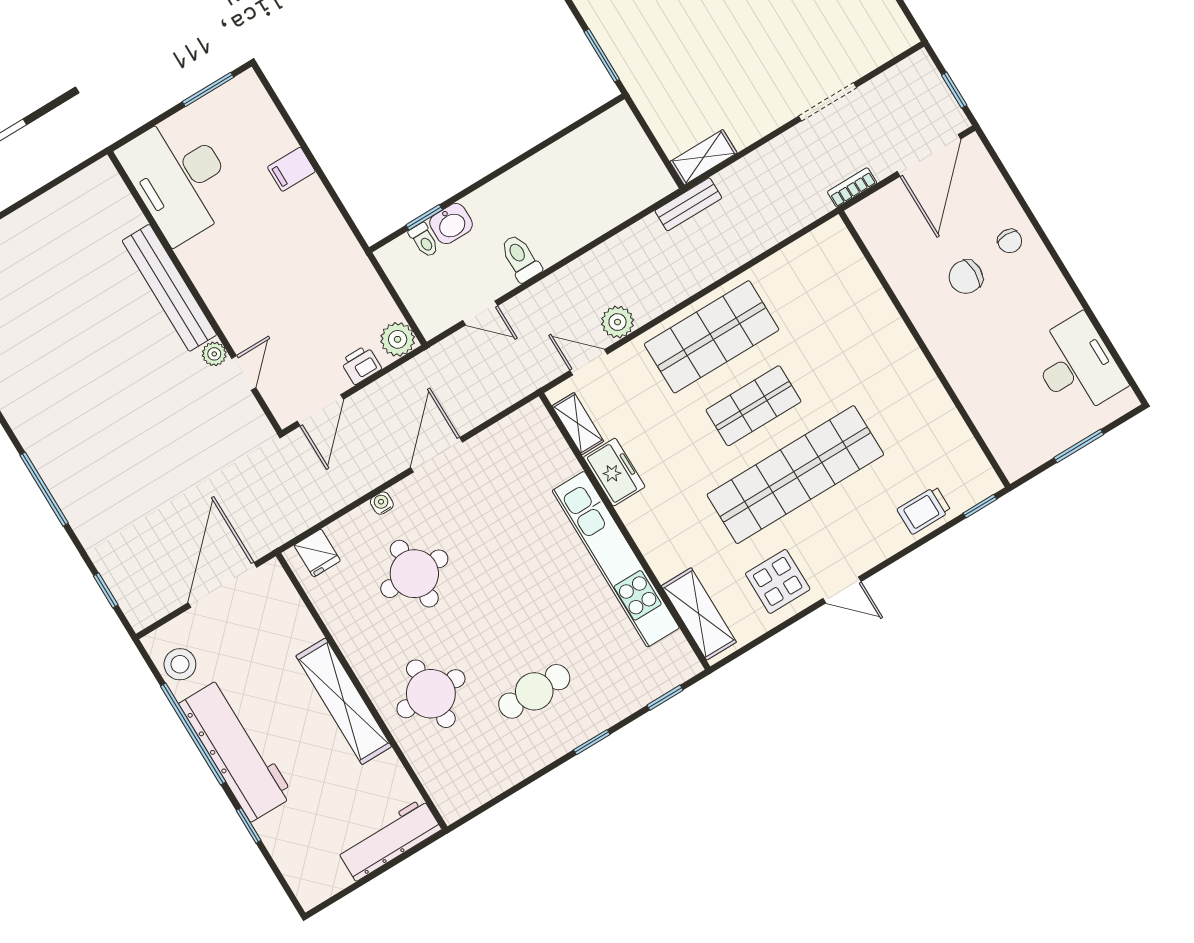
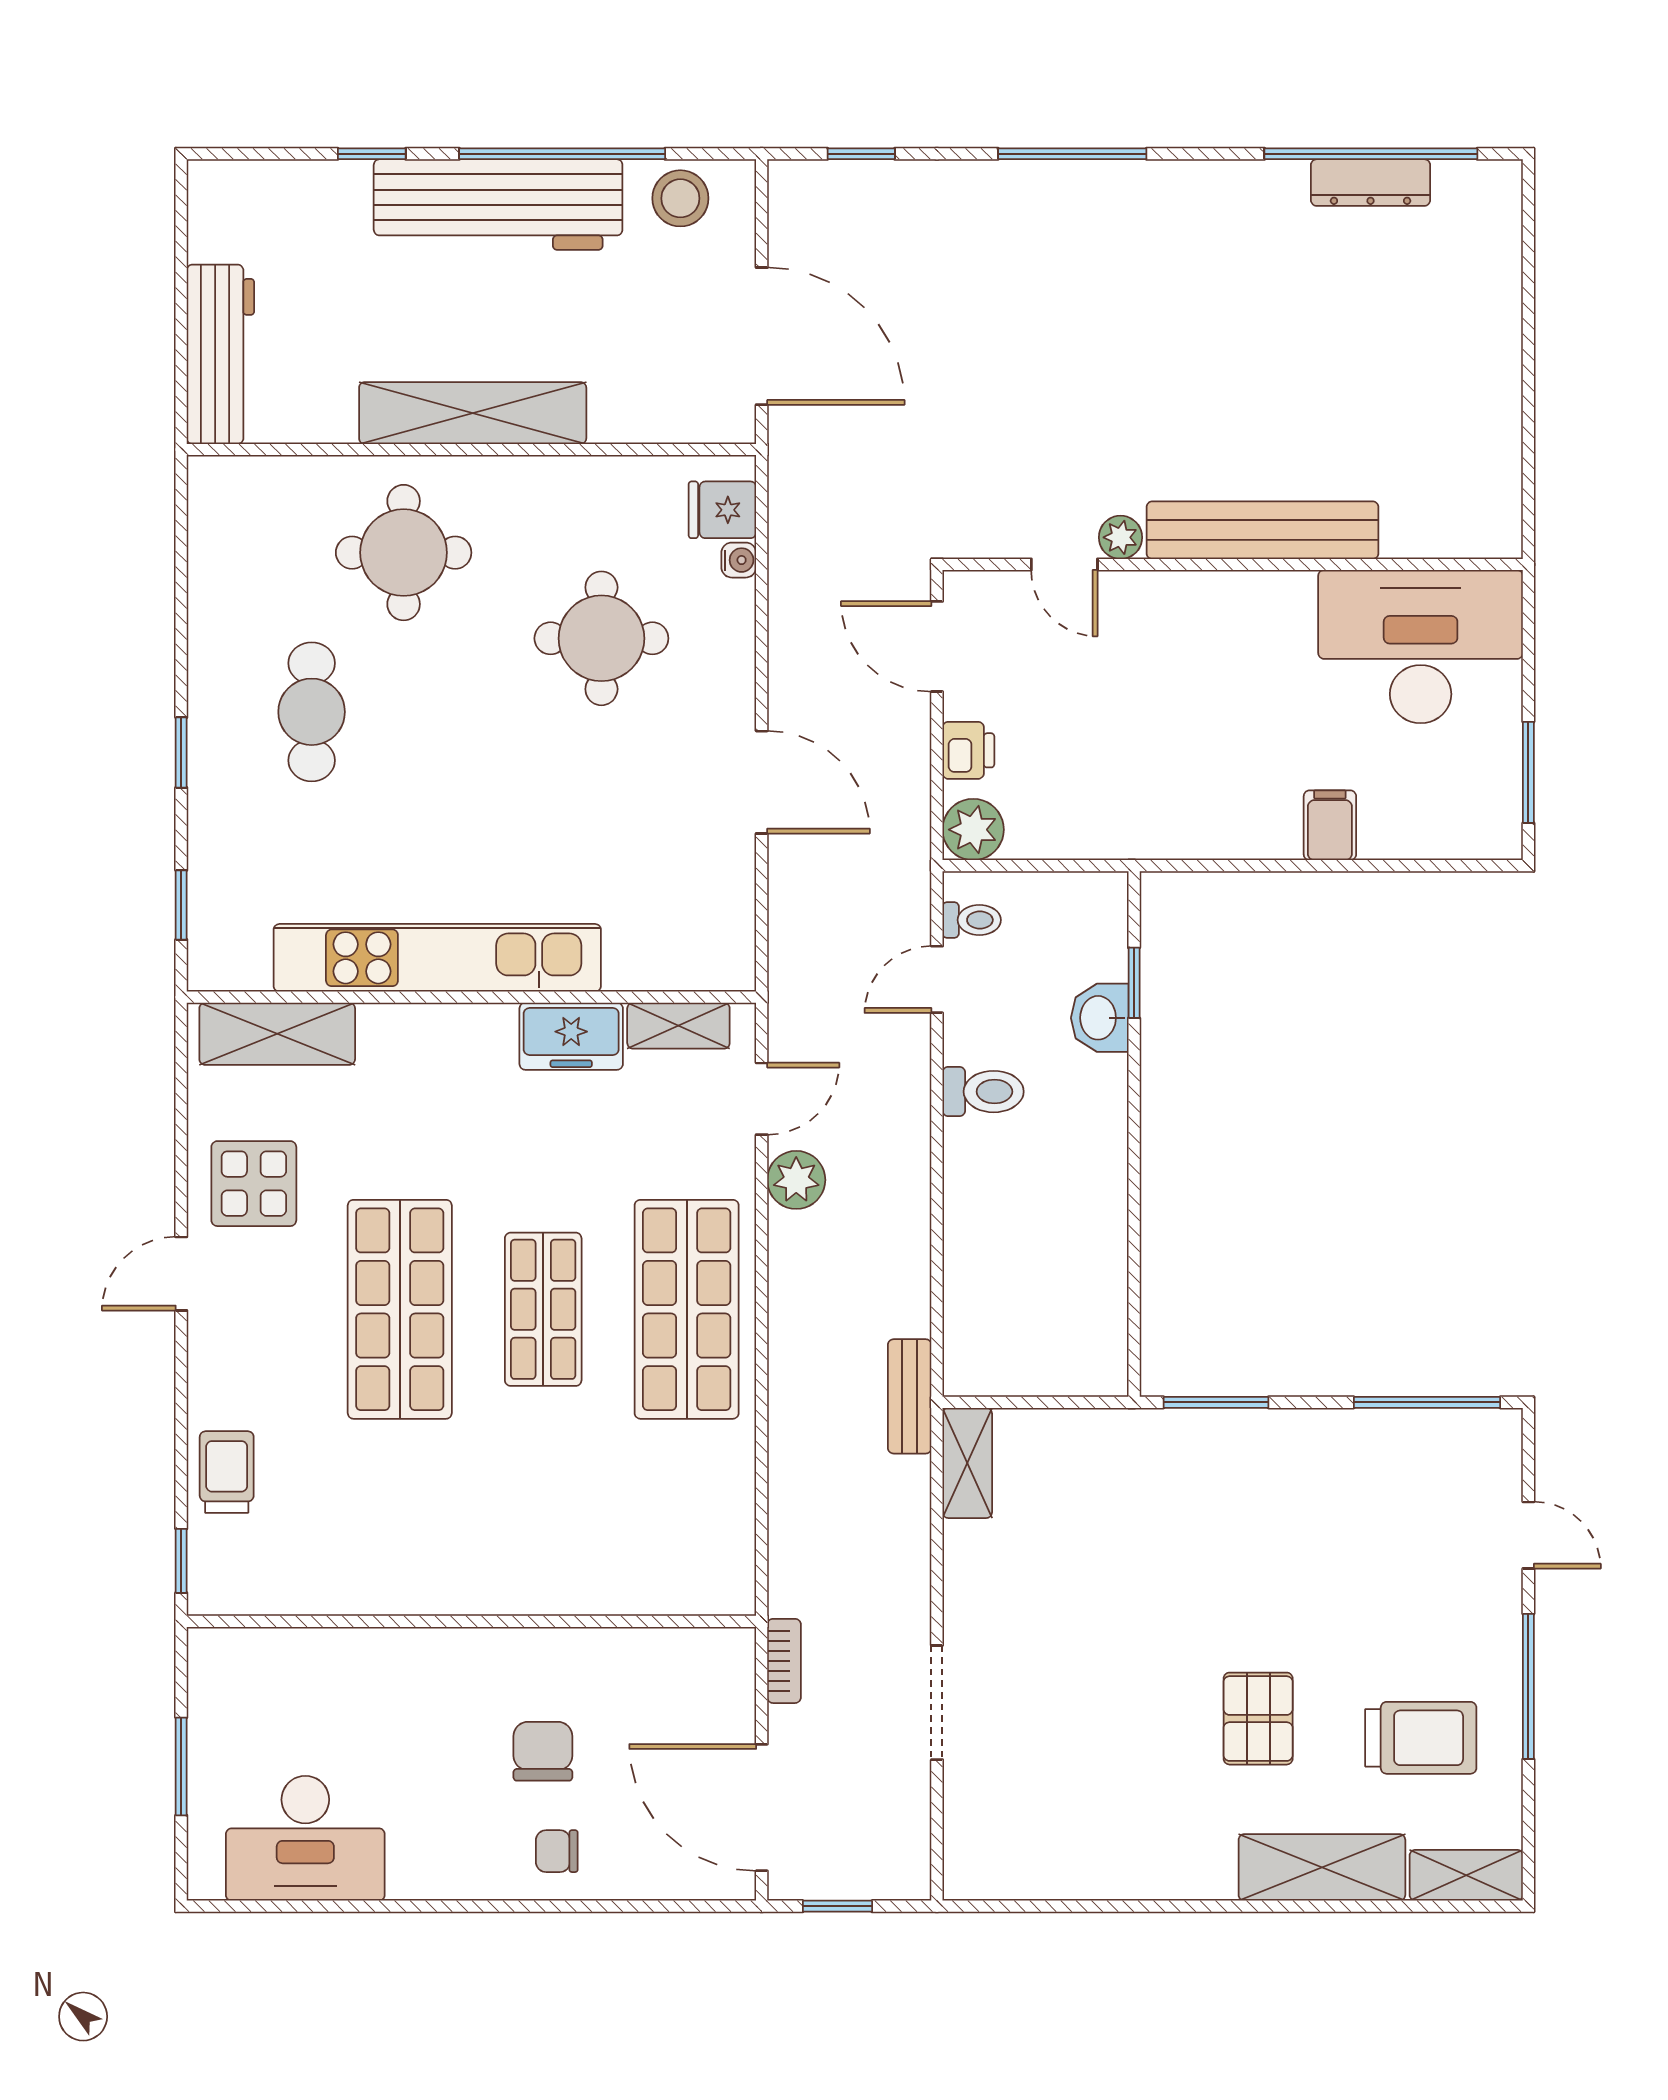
toilet: (424, 240) -> (972, 920), moved, turned 180
shop shelf: (795, 475) -> (400, 1309), width x0.71
water cooler: (382, 503) -> (739, 560), moved

